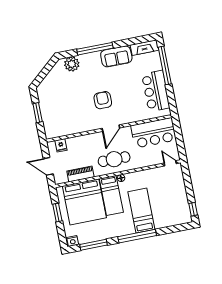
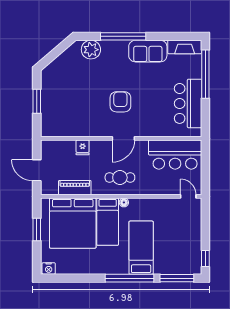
fridge: (61, 145) -> (83, 147), moved
cafe table: (114, 159) -> (120, 178), width x0.73, depth x0.74
window: (94, 245) -> (177, 278), moved

